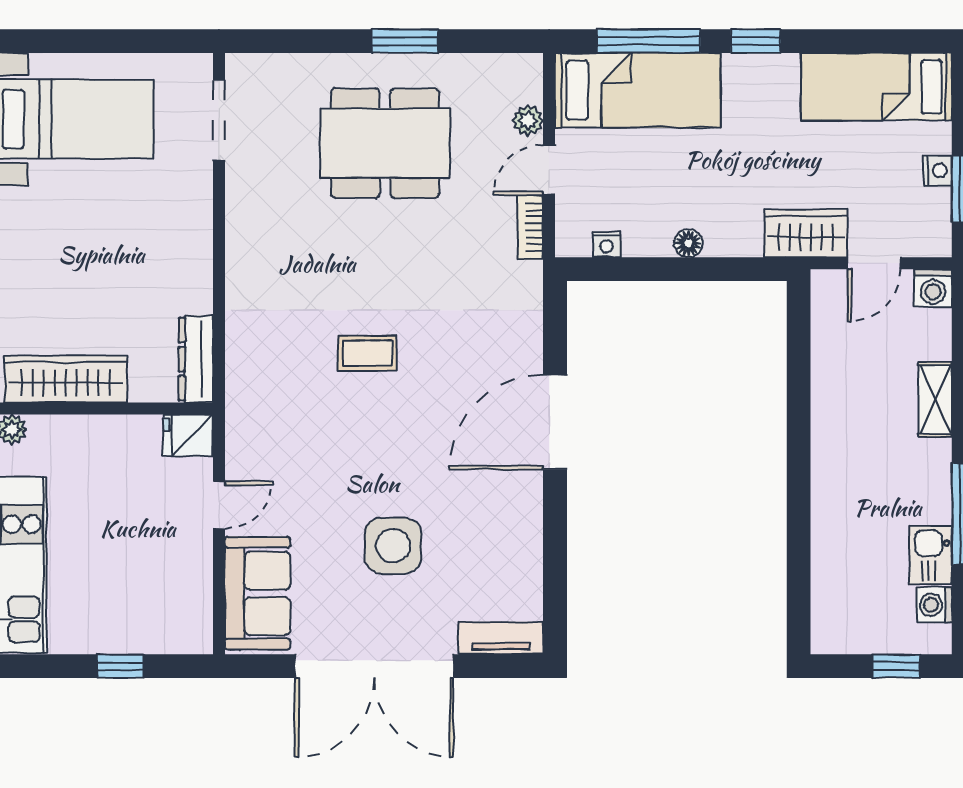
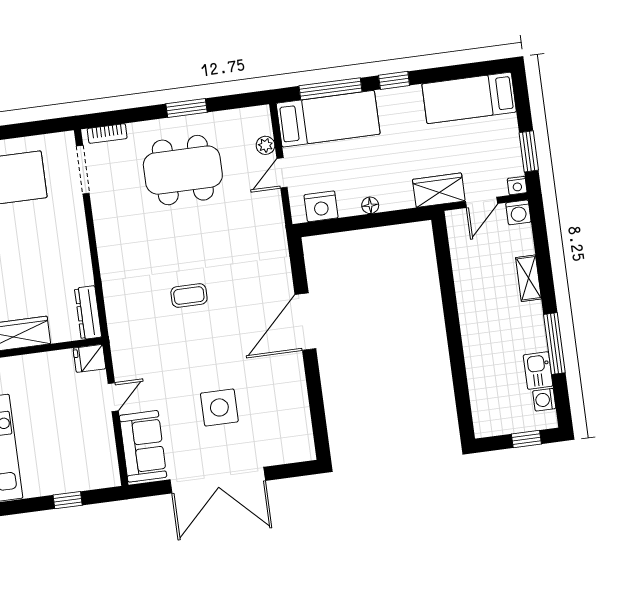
nightstand: (938, 170) -> (517, 186), moved, turned 90
bookcase: (530, 227) -> (107, 133), moved, turned -90
nightstand: (607, 244) -> (321, 206), width x1.89, depth x1.79
tv unit: (501, 638) -> (290, 454), removed

